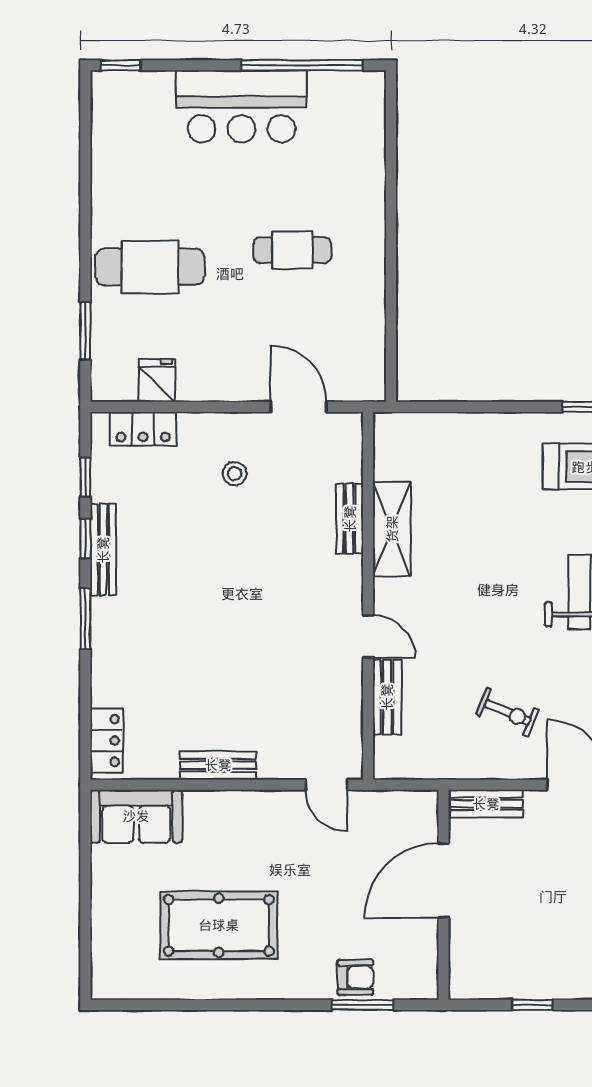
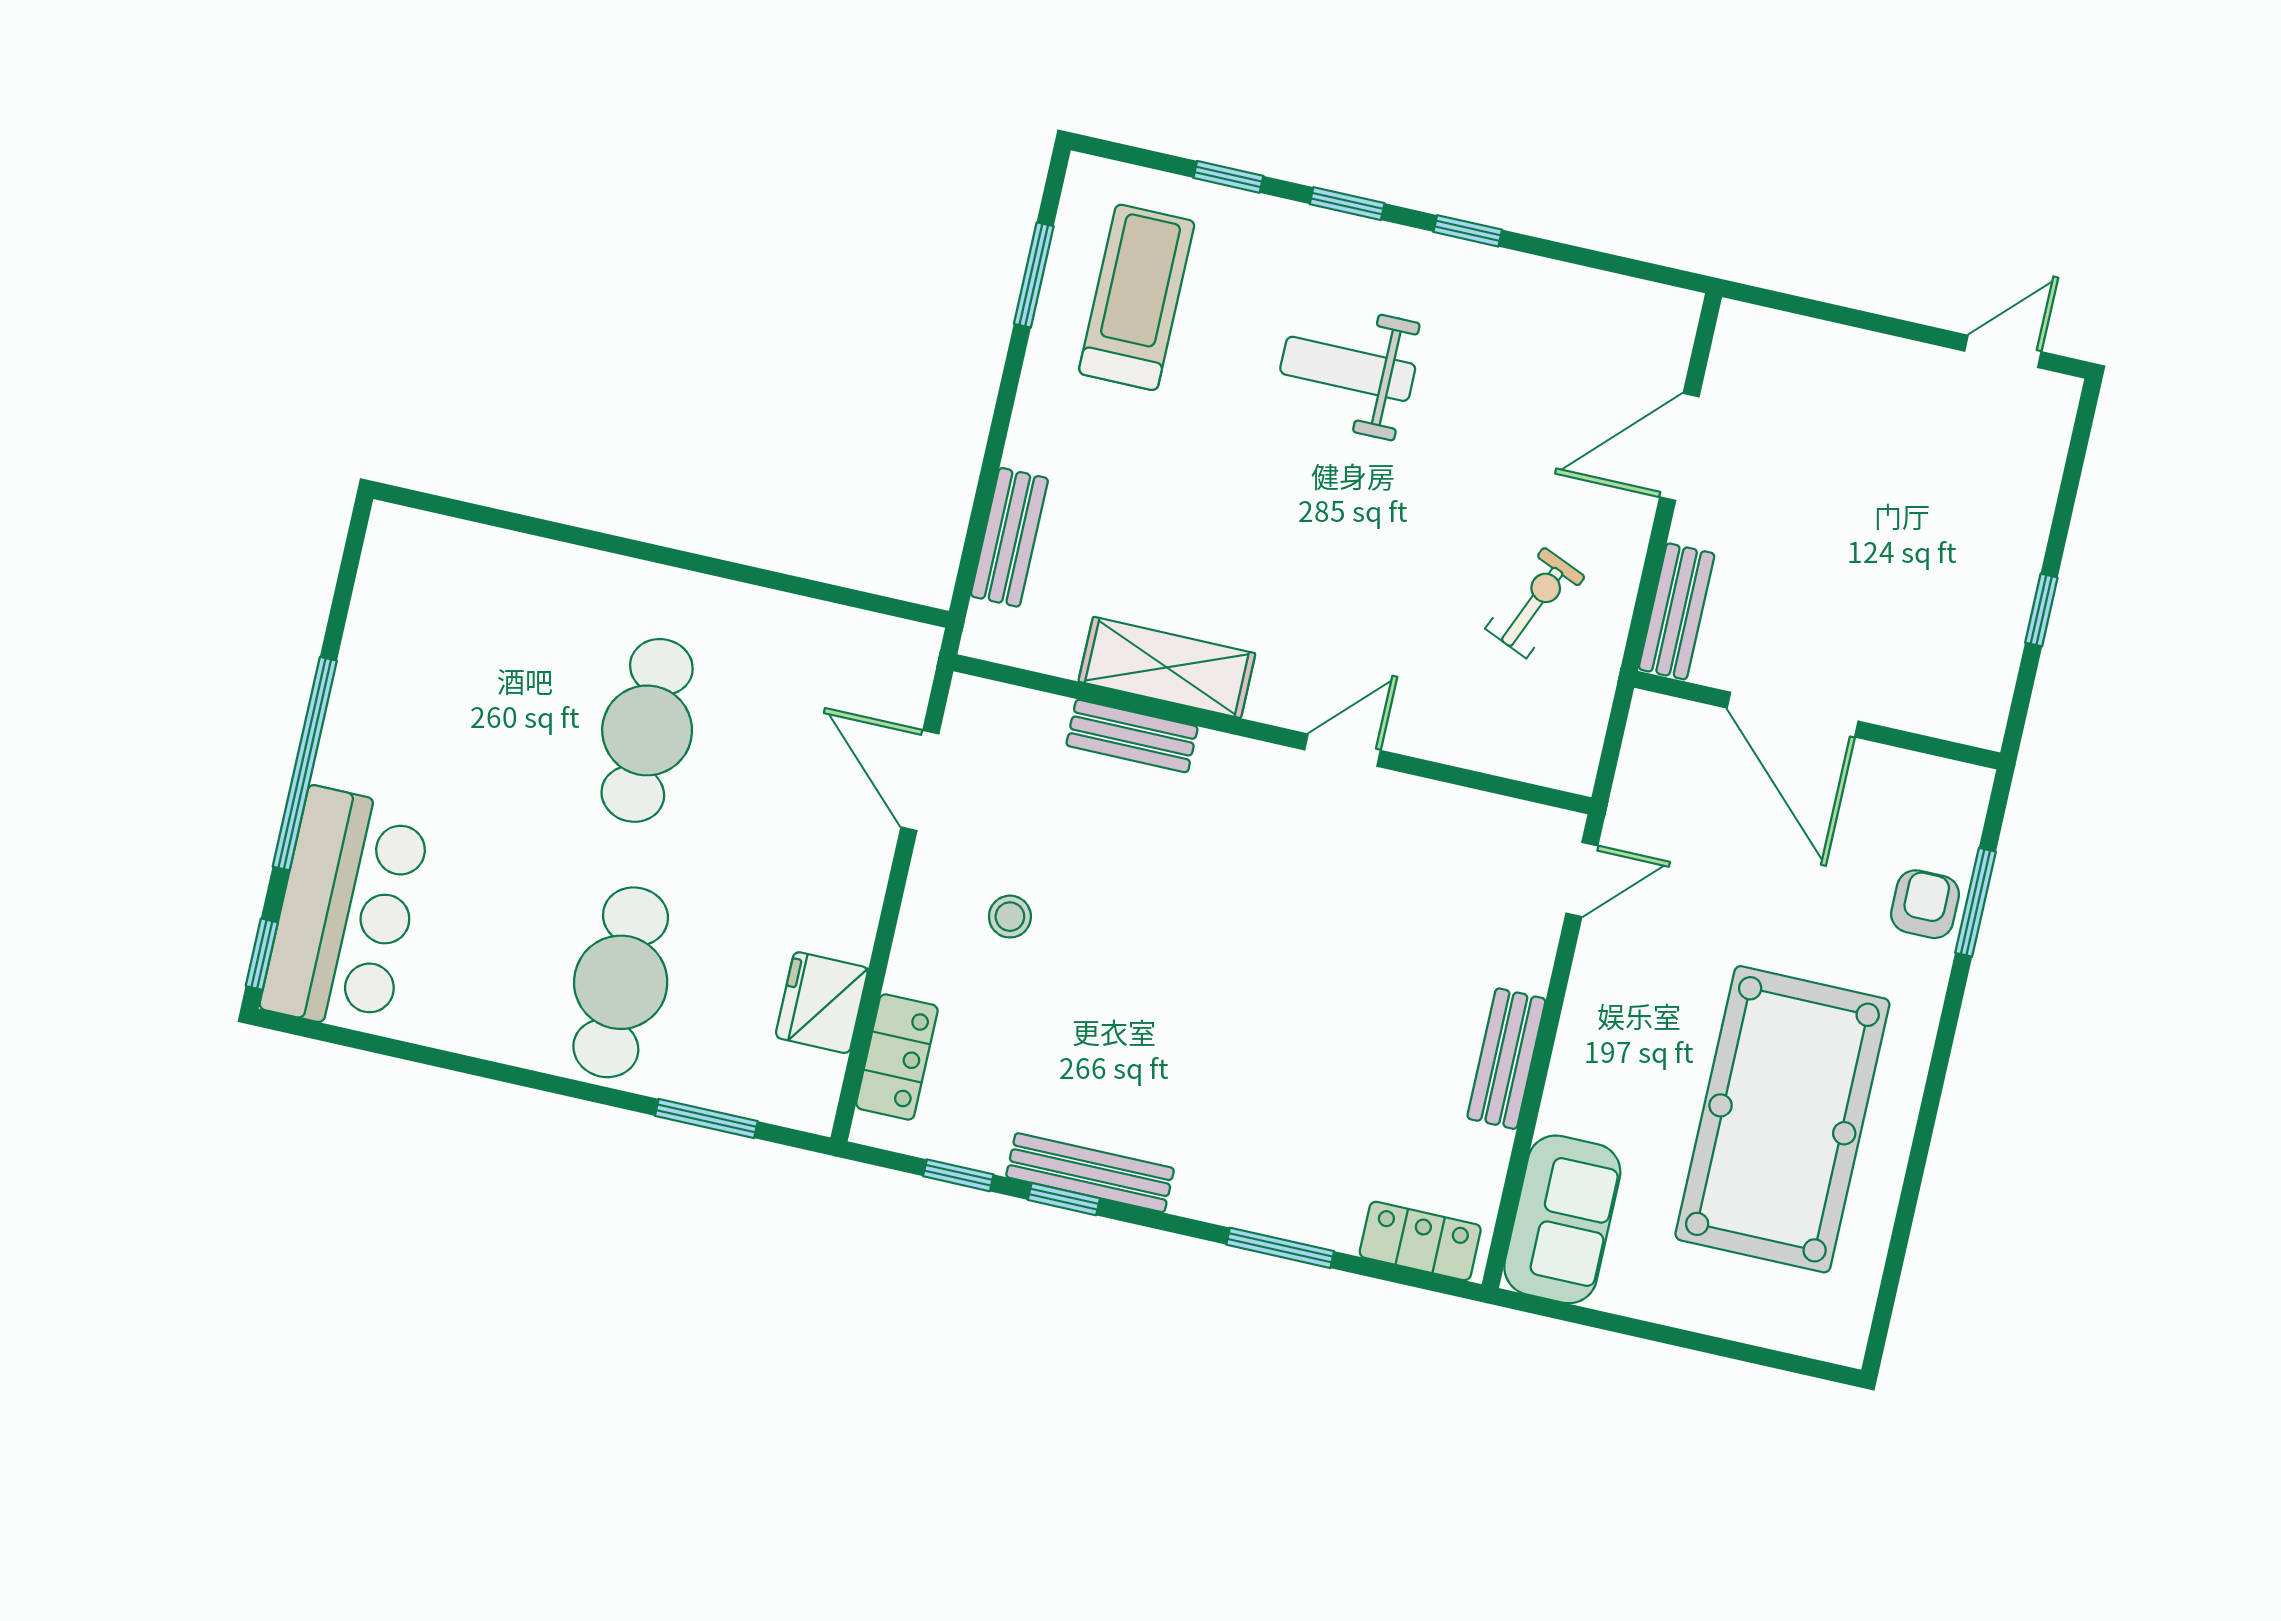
window: (302, 65) -> (305, 764), moved
bar counter: (241, 106) -> (346, 910), moved
cafe table: (292, 250) -> (647, 730), width x1.37, depth x1.35
fridge: (157, 380) -> (822, 1003), width x1.38
door: (299, 407) -> (920, 780), hinge flipped
window: (85, 619) -> (1280, 1248), moved
bench: (387, 697) -> (1009, 537), moved, turned 90
exercise bike: (508, 712) -> (1535, 603), moved
pool table: (219, 925) -> (1782, 1119), width x1.36, depth x1.32

